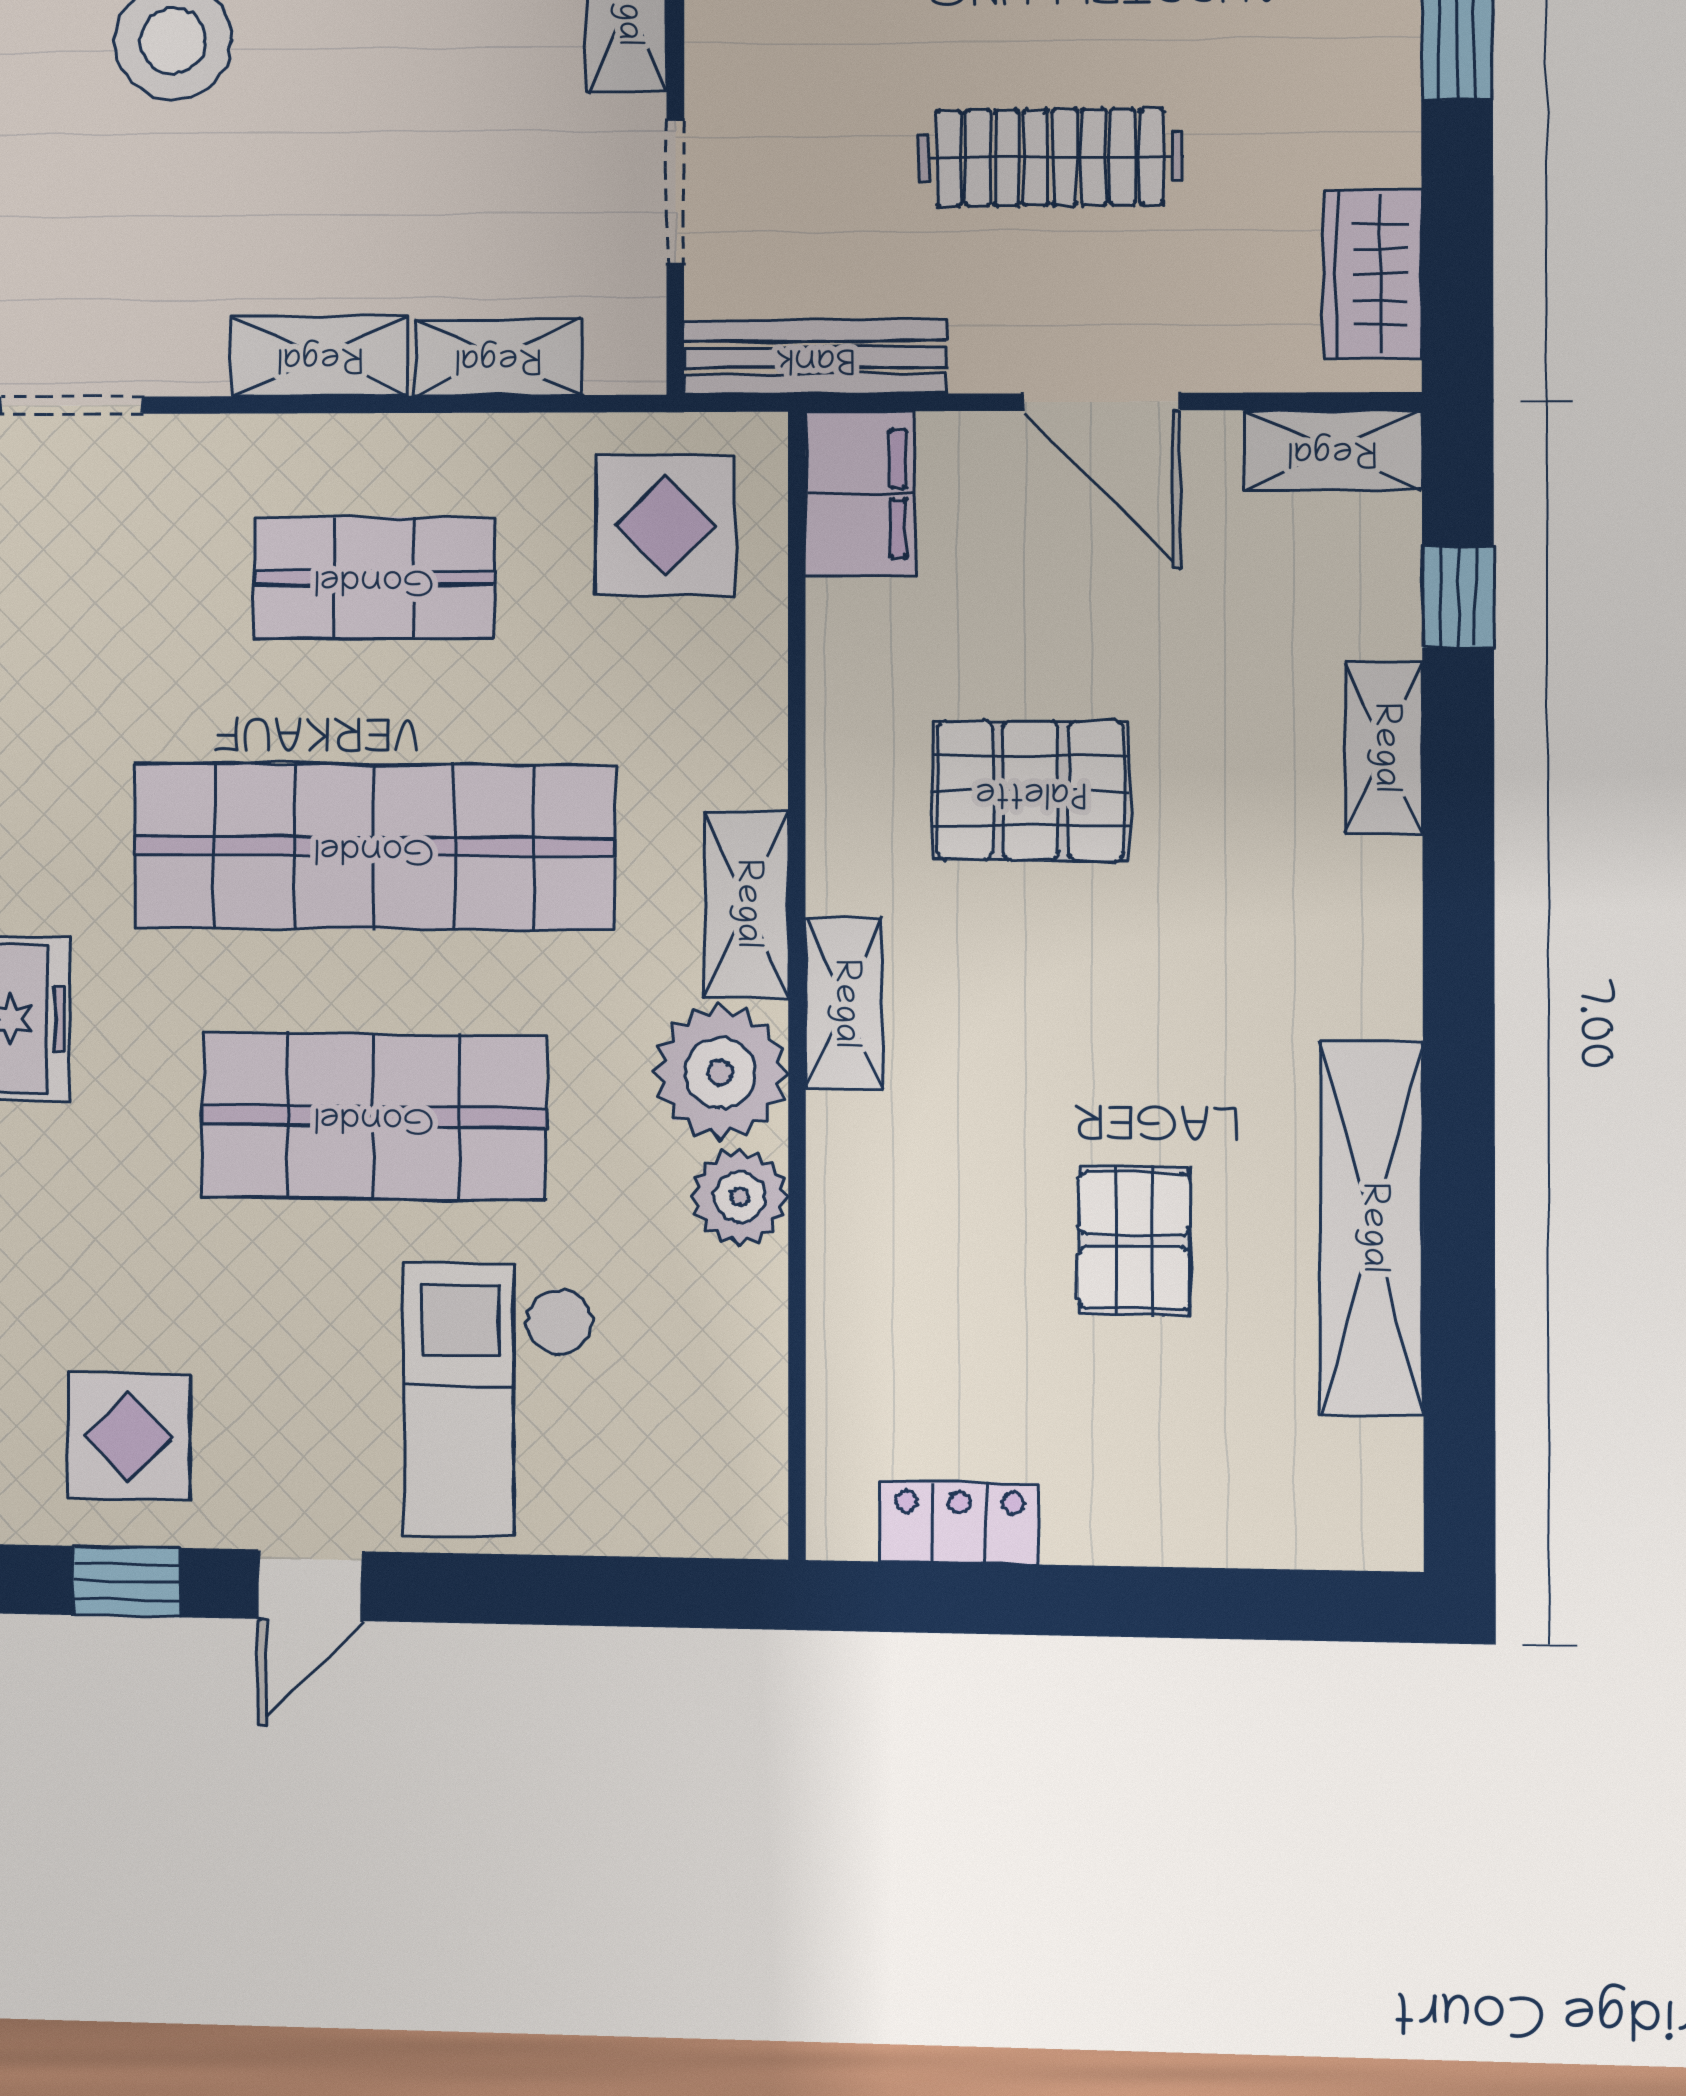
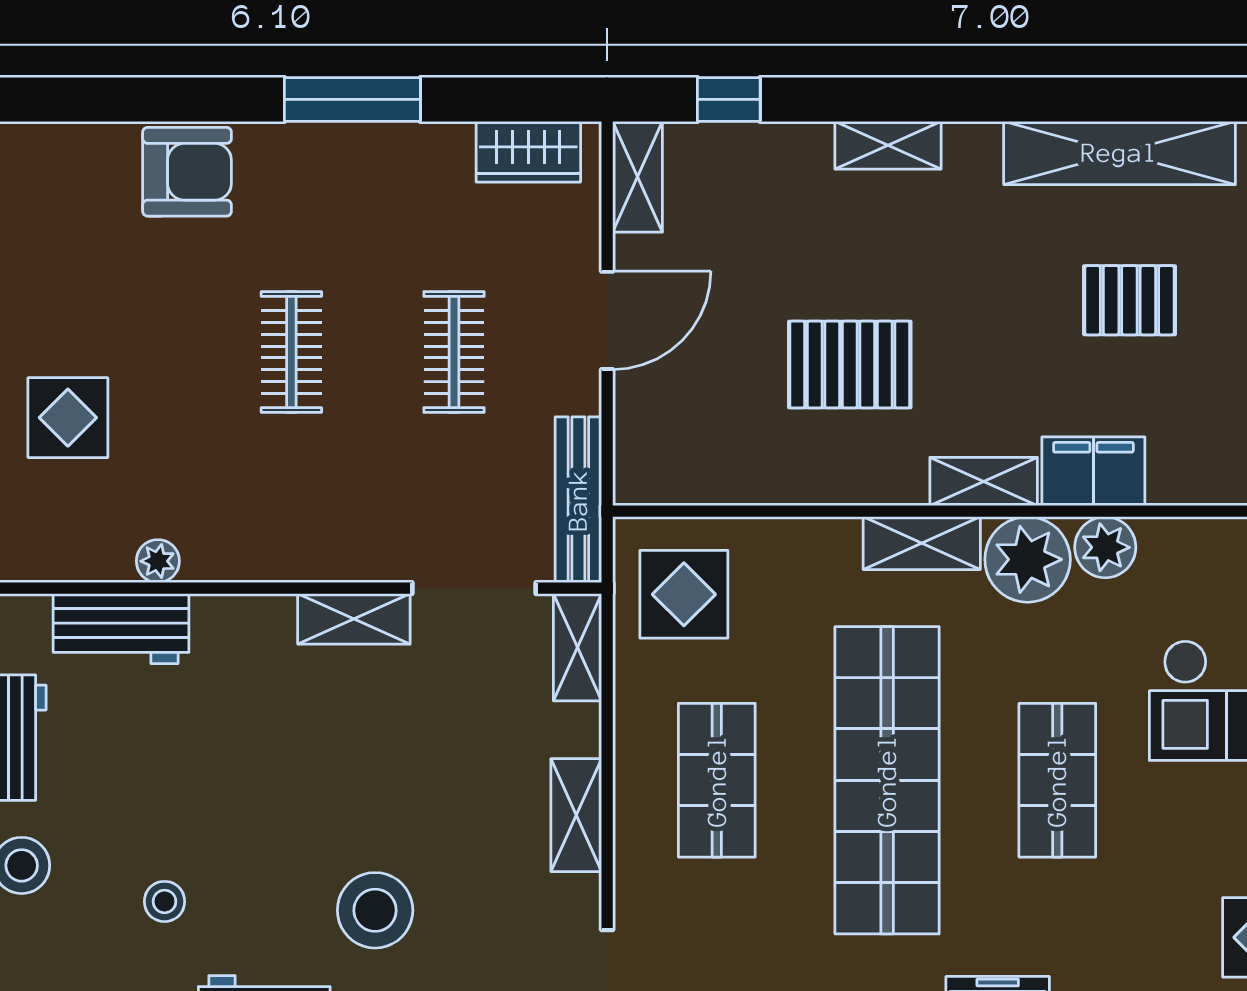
clothes rail: (1050, 157) -> (454, 352), width x0.73
doorway: (675, 192) -> (474, 588), width x1.38
shelving: (498, 357) -> (577, 647), moved
filing cabinet: (860, 494) -> (1093, 471), moved
shelving: (1384, 748) -> (888, 145), moved
pallet: (1031, 791) -> (850, 364), turned 90
shop shelf: (374, 1116) -> (1057, 780), width x0.70, depth x0.74

